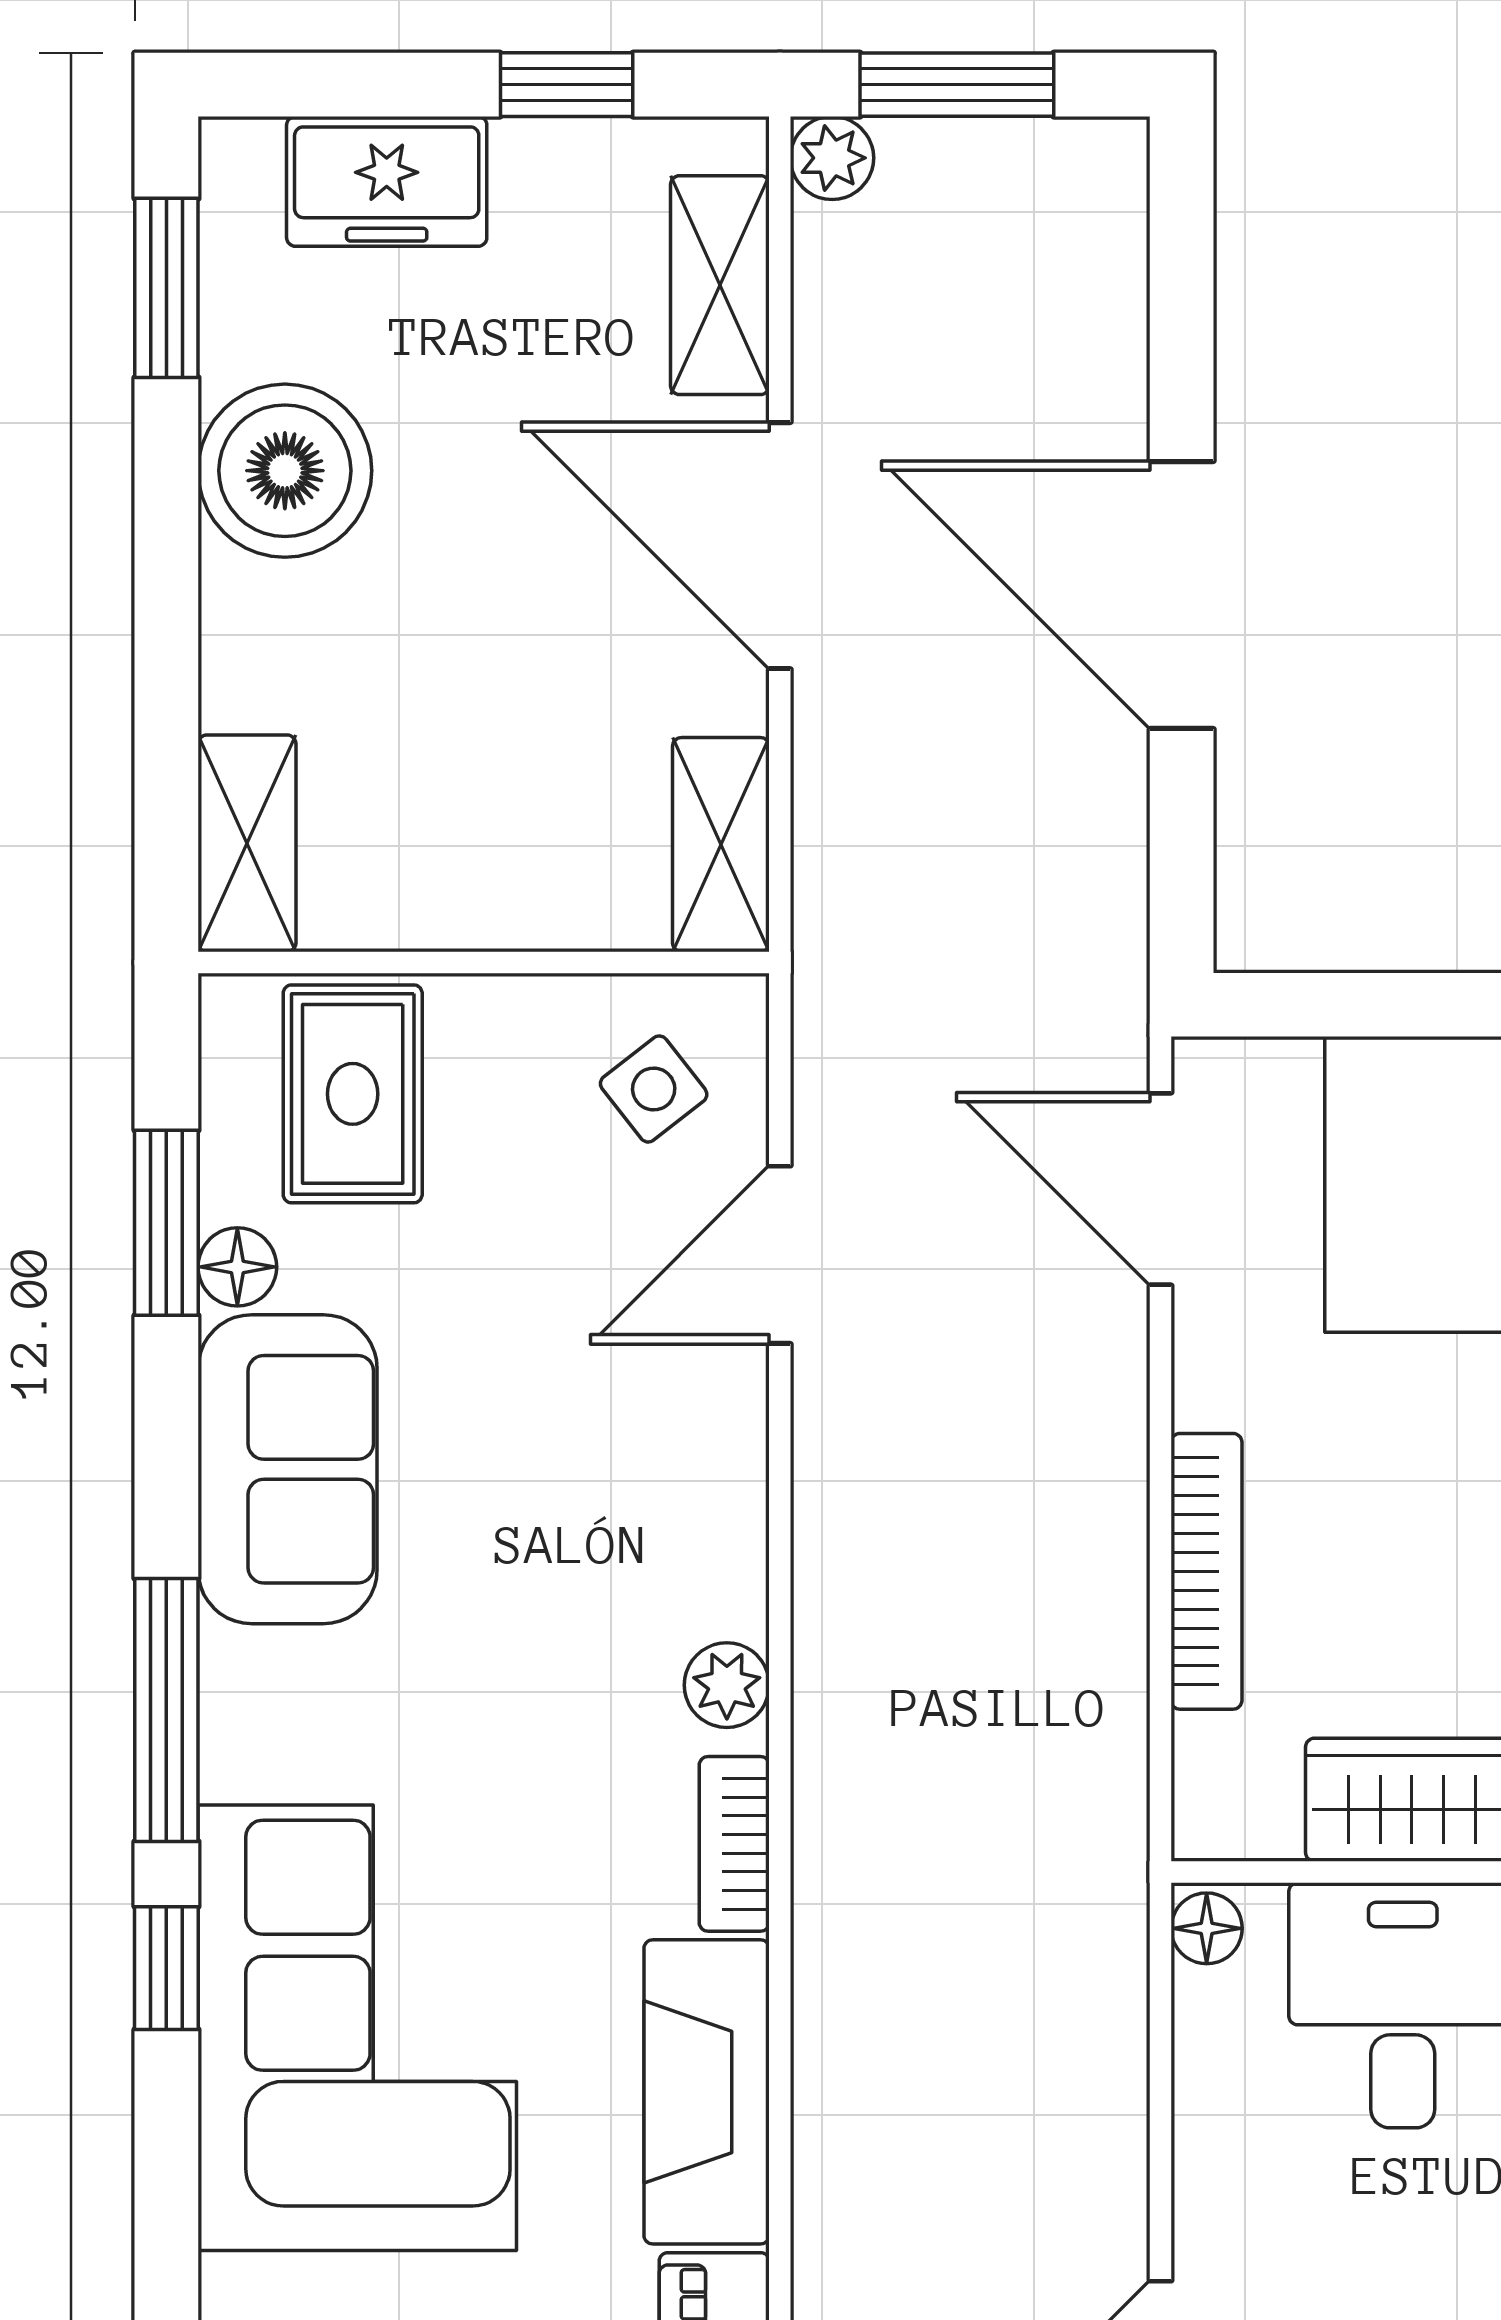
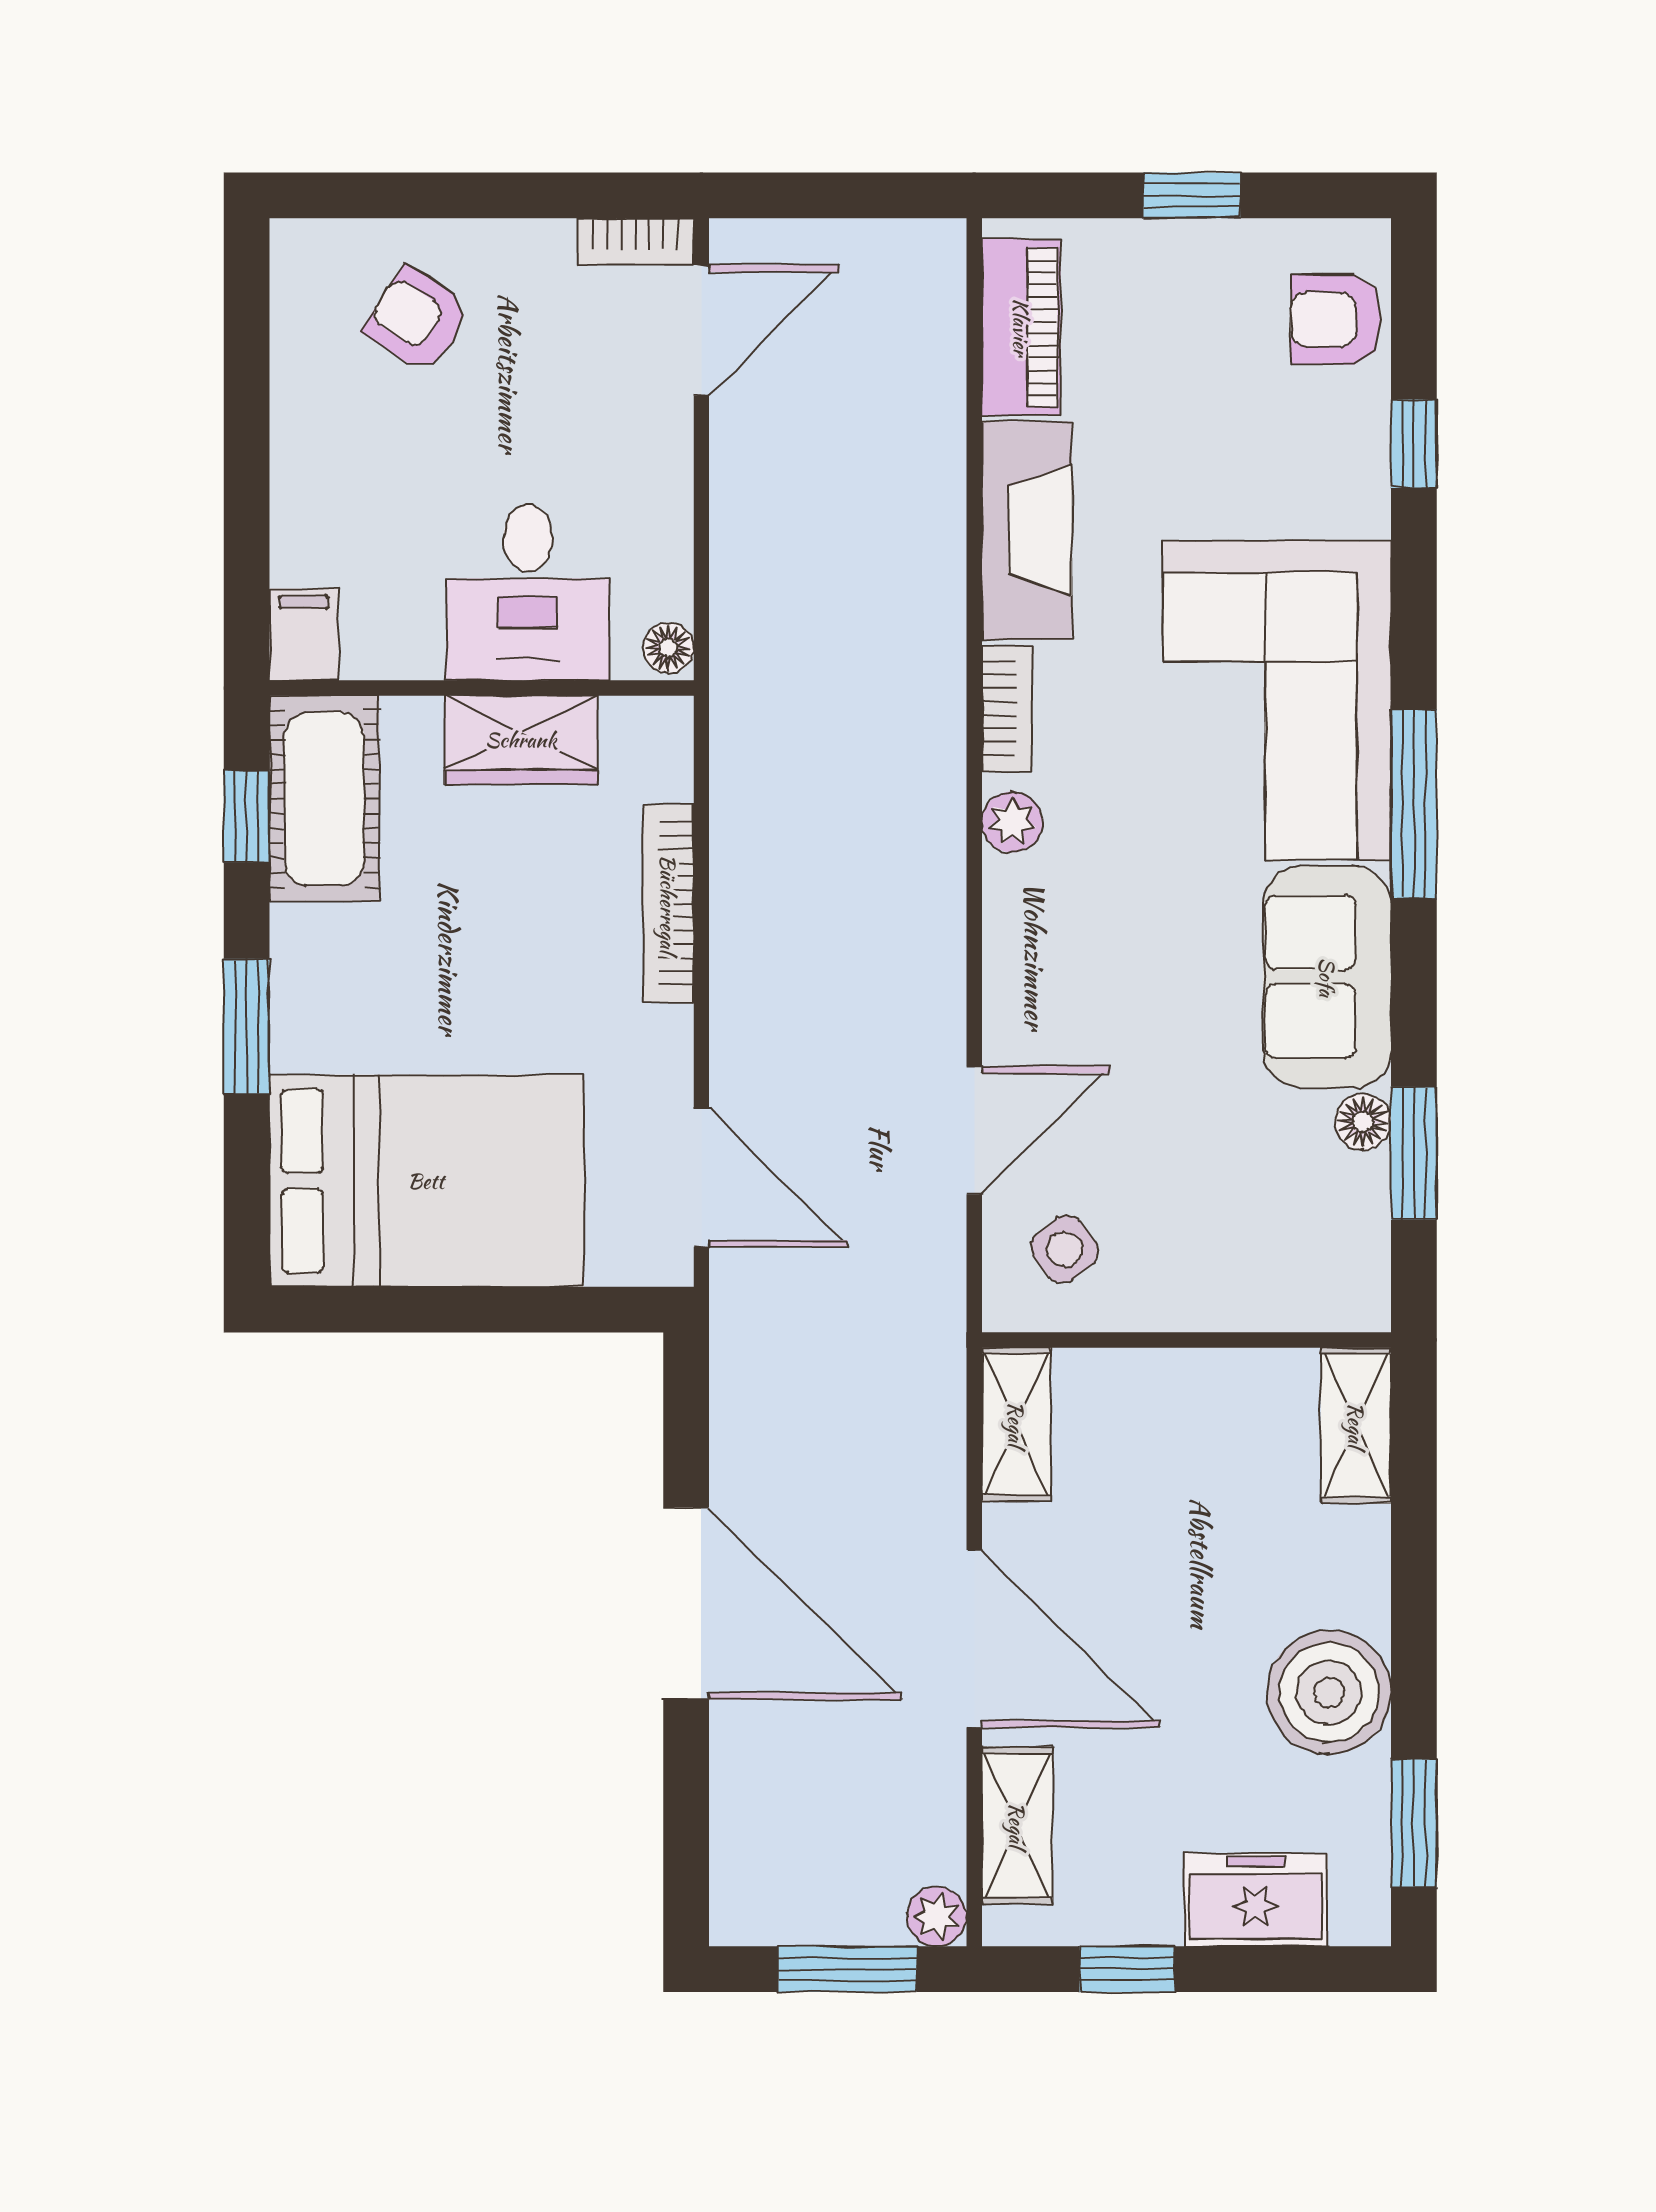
rug: (353, 1094) -> (1280, 1246), removed
window: (166, 1968) -> (1414, 444), moved
corner sofa: (357, 2028) -> (1277, 700), moved

